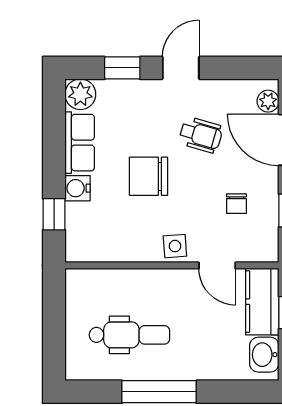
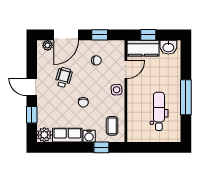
chair: (149, 176) -> (83, 102), width x0.54, depth x0.54
coffee table: (99, 237) -> (112, 126), added

